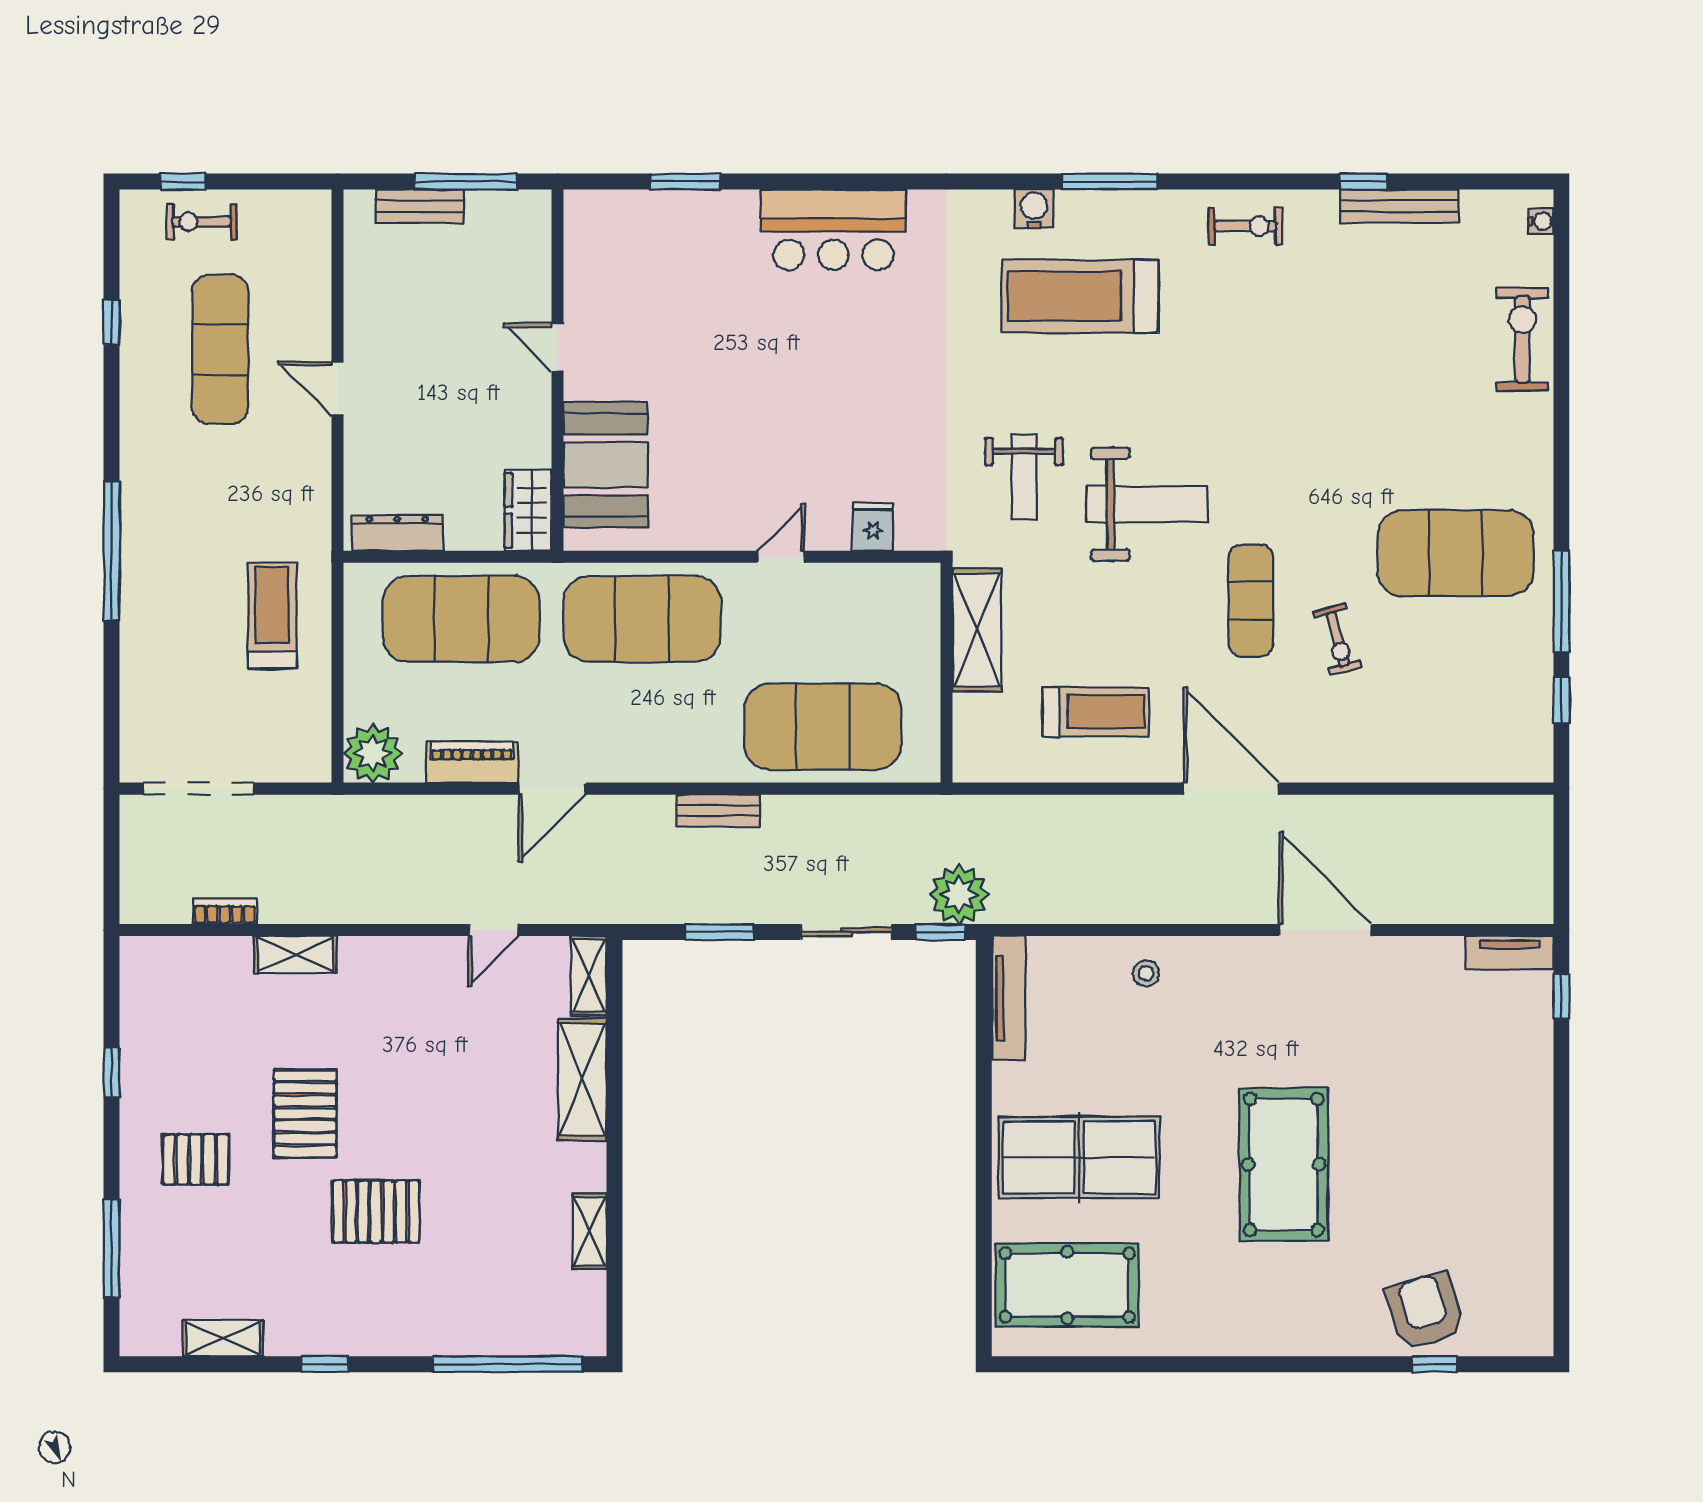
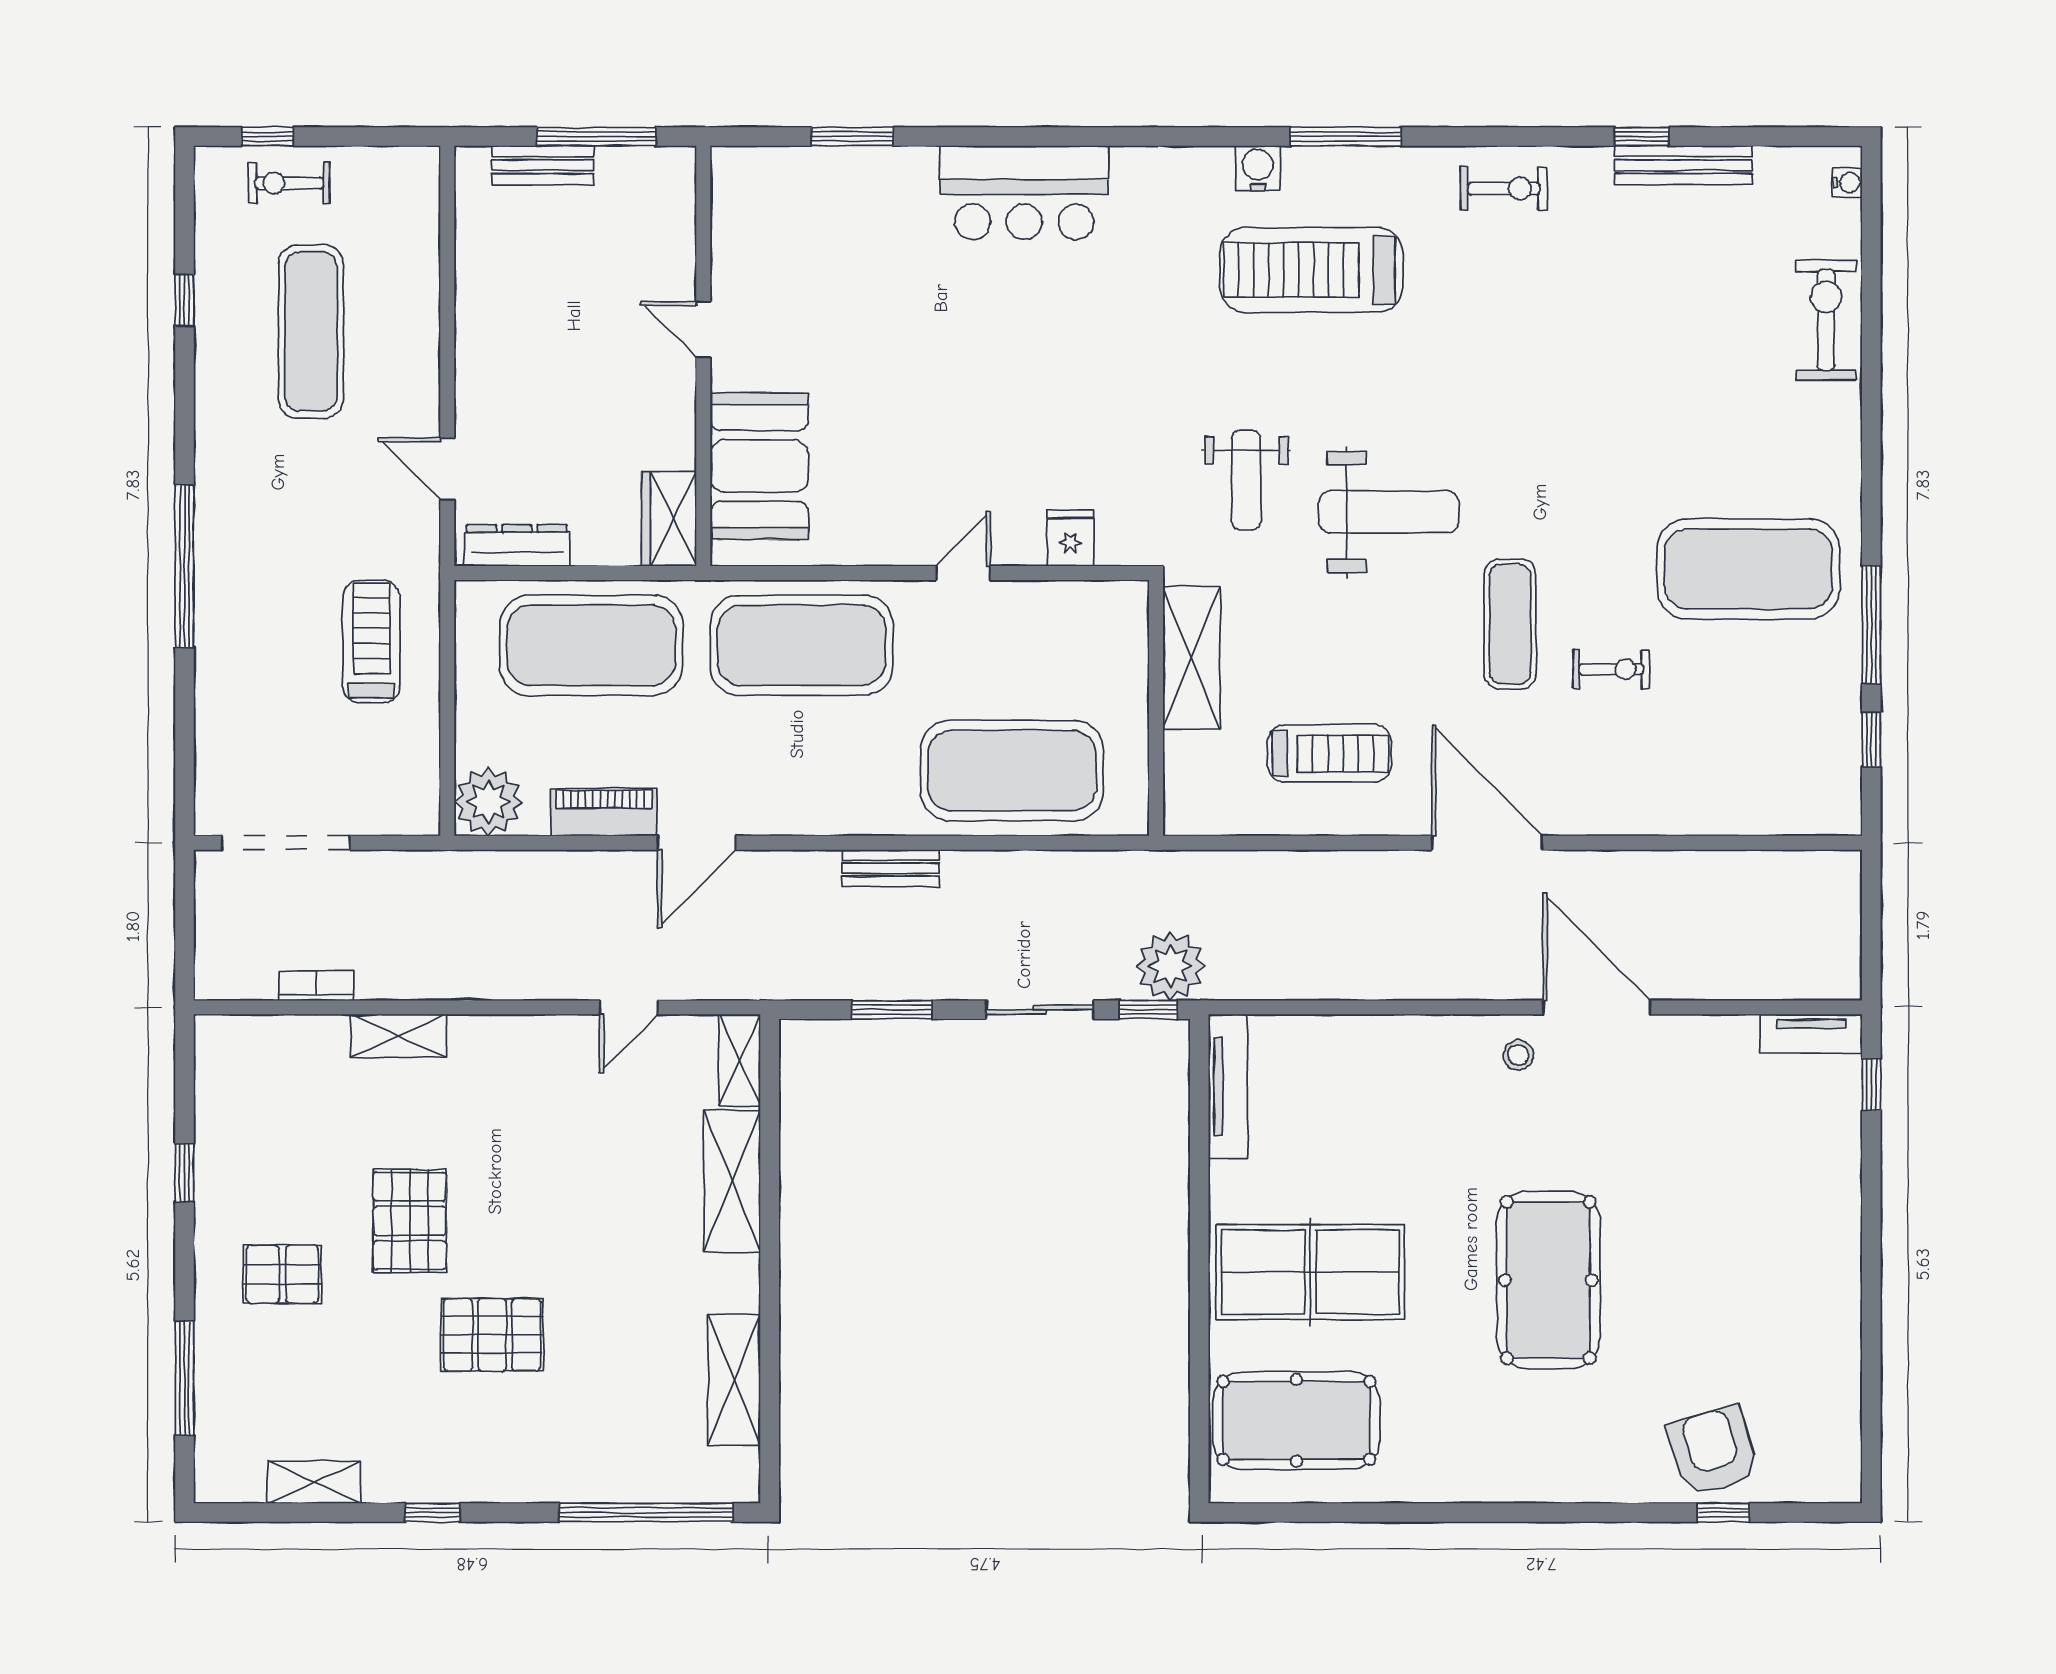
door: (337, 388) -> (447, 469), moved
exercise bike: (1338, 639) -> (1611, 669), turned -75
stool: (1146, 973) -> (1518, 1055), moved
shelving: (590, 1231) -> (734, 1380), width x1.50, depth x1.33

